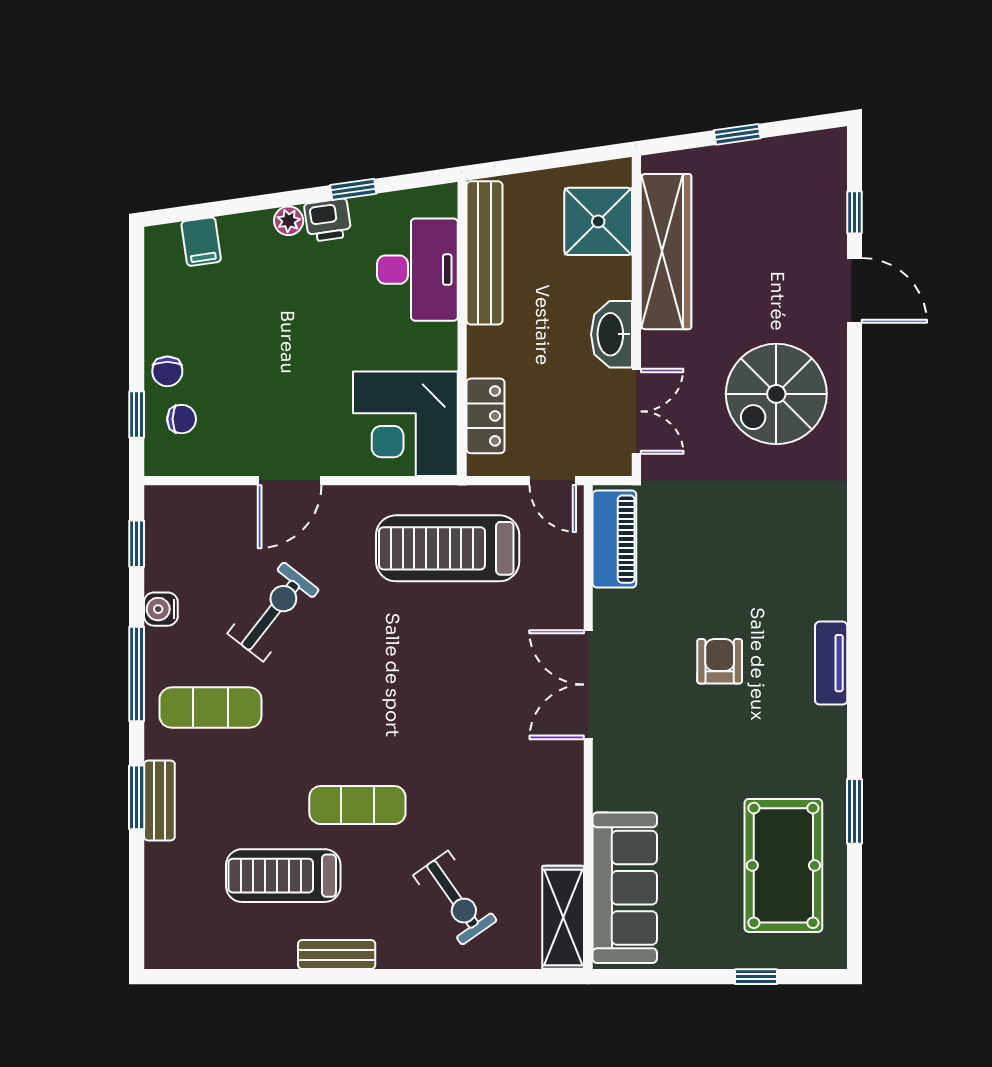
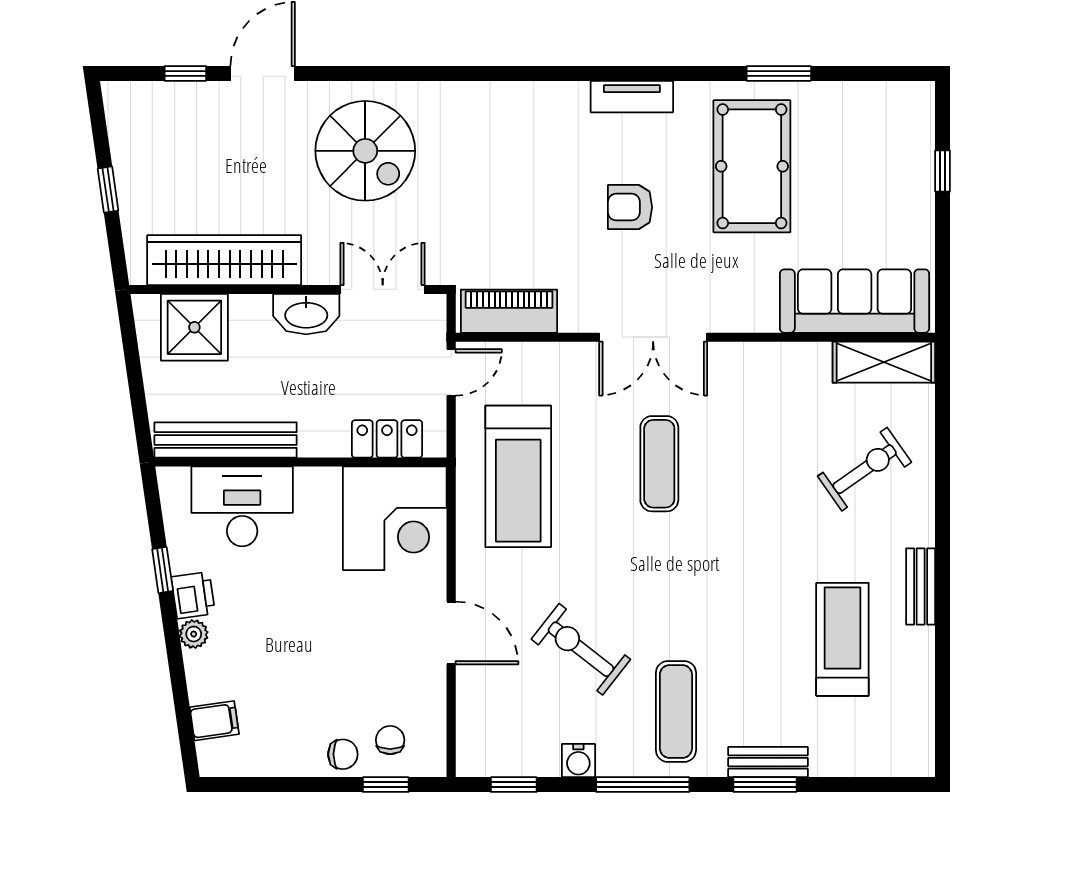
exercise mat: (357, 805) -> (659, 464), moved
pool table: (783, 865) -> (752, 166), moved, turned 90
treadmill: (283, 876) -> (842, 639), turned 180

